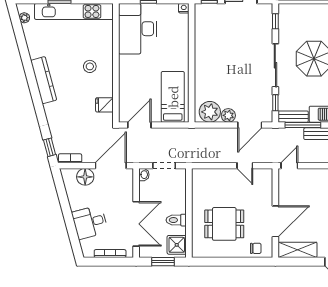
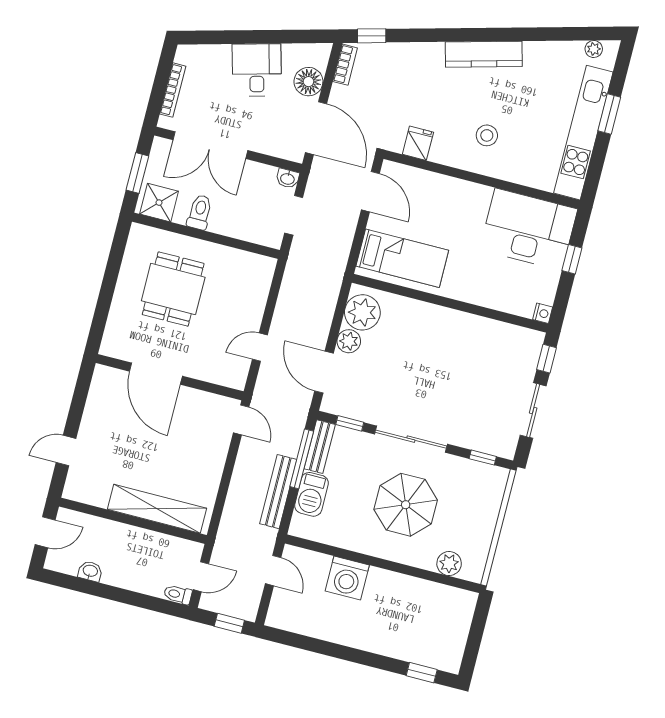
desk: (90, 222) -> (257, 70), moved
chair: (256, 248) -> (120, 330), removed
shelving: (297, 250) -> (100, 398), removed

